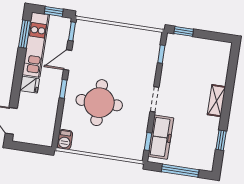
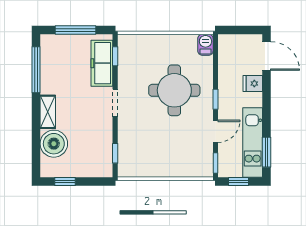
window: (184, 31) -> (65, 181), moved
boiler: (215, 71) -> (54, 144), added
fridge: (30, 85) -> (253, 83), moved
window: (221, 140) -> (36, 70), width x2.17

